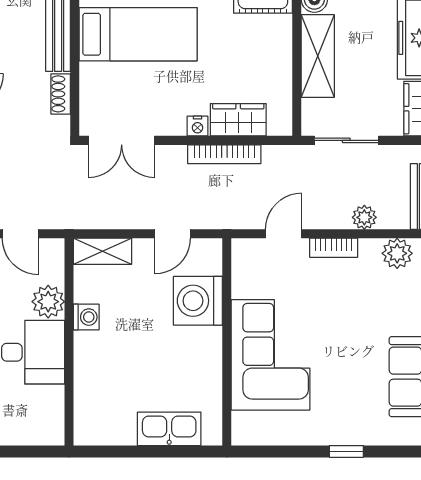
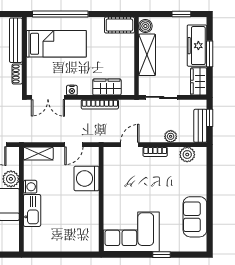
nightstand: (198, 126) -> (72, 90), moved
corner sofa: (270, 355) -> (131, 232), moved, turned -90
kitchen sink: (169, 429) -> (32, 210), moved, turned 90

